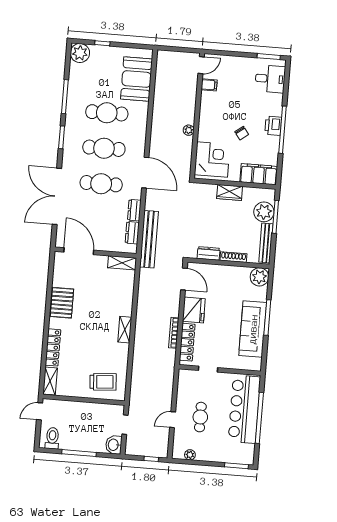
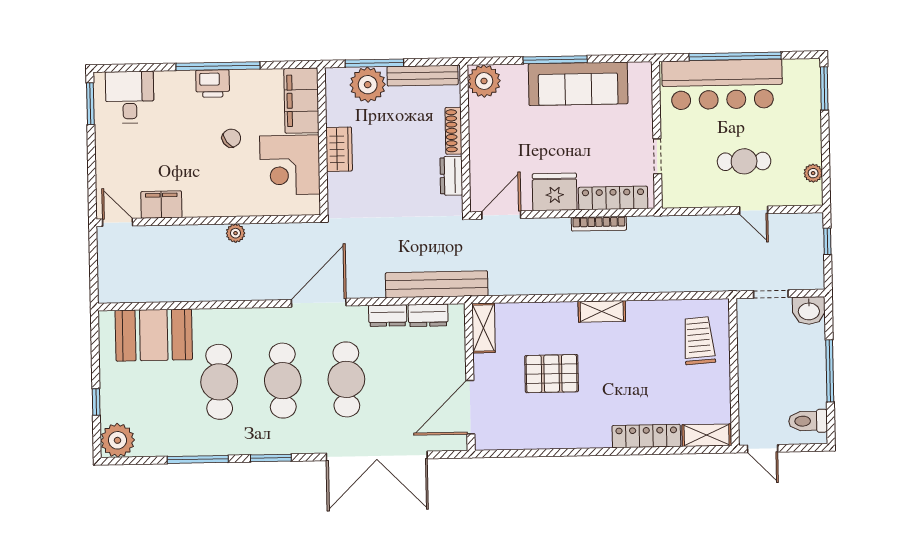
filing cabinet: (209, 85) -> (161, 205), width x2.00
corner desk: (212, 160) -> (290, 165), moved, turned -90
pallet: (62, 303) -> (552, 374), moved

